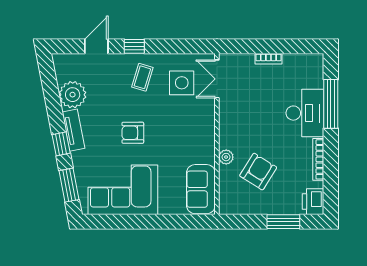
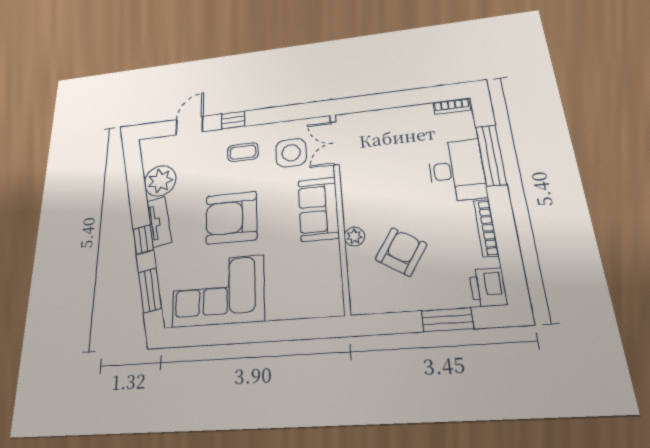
bookcase: (268, 59) -> (452, 106), moved
coffee table: (142, 77) -> (243, 152), turned 73
armchair: (133, 133) -> (231, 218), width x1.88, depth x1.88
sofa: (201, 189) -> (318, 209), moved

